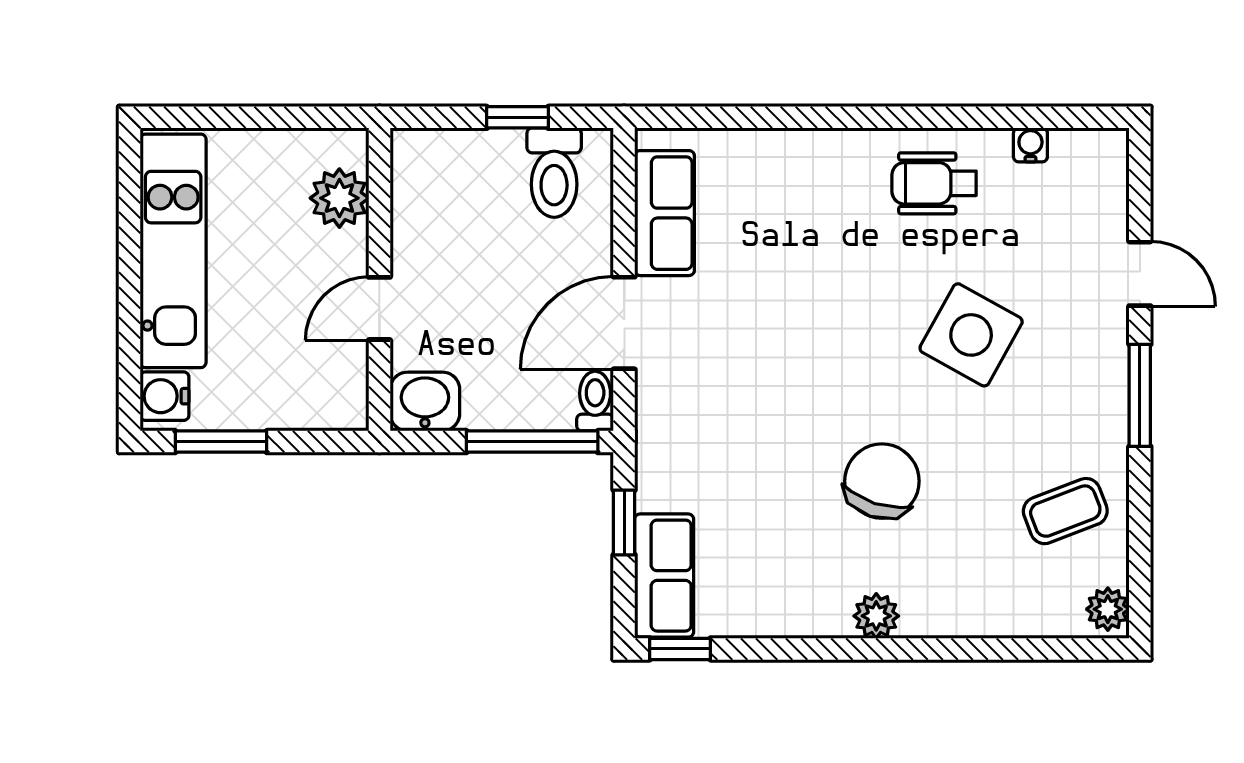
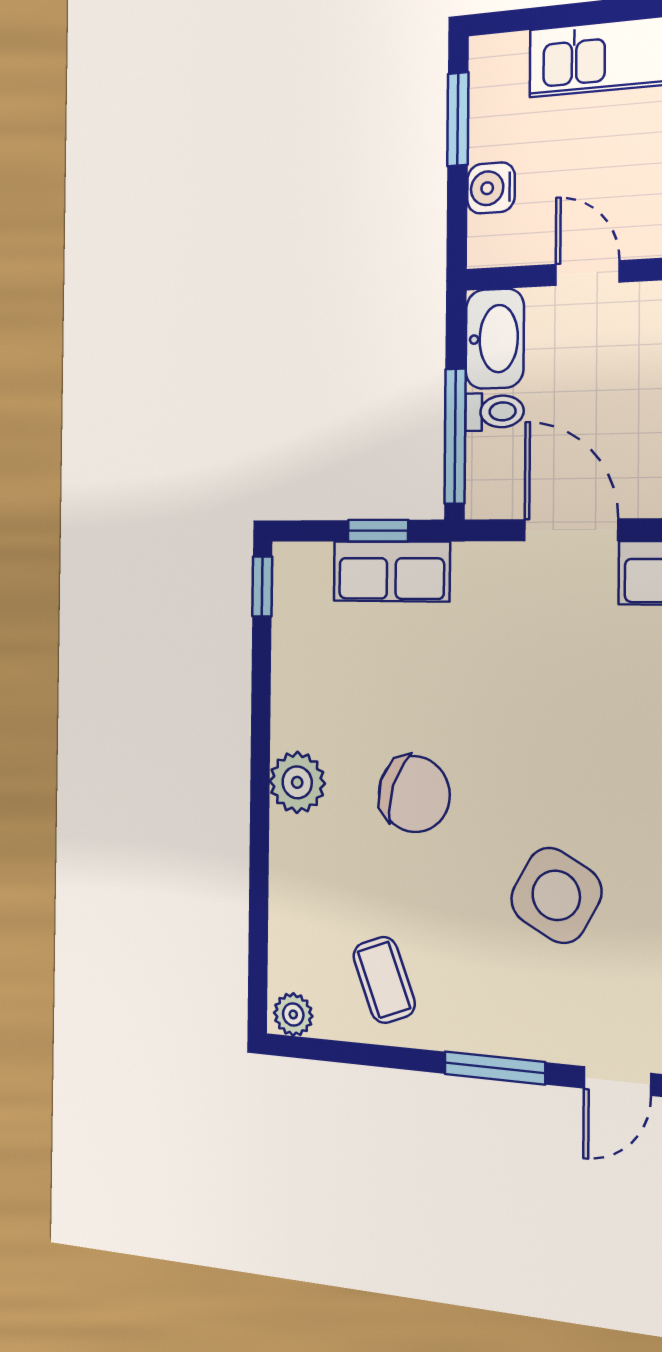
water cooler: (165, 396) -> (491, 188), moved, turned -90
washbasin: (425, 401) -> (495, 339), width x1.38
toilet: (595, 401) -> (494, 412), moved
row of seats: (664, 576) -> (391, 571), moved
plant: (876, 616) -> (297, 782), width x1.38, depth x1.38

